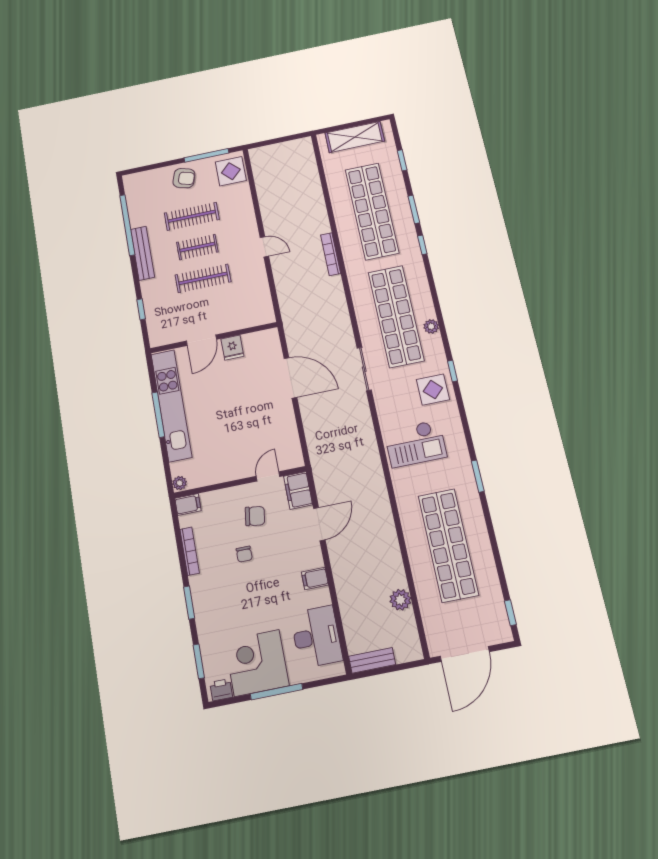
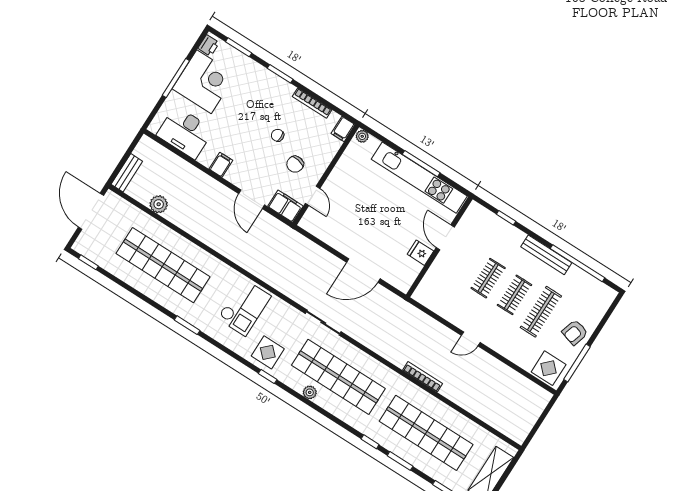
clothes rail: (203, 278) -> (488, 278), width x0.73
checkout: (415, 444) -> (244, 307), turned 180
bench: (372, 660) -> (127, 173), moved

